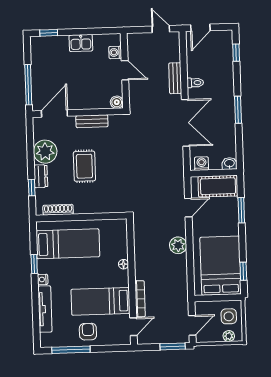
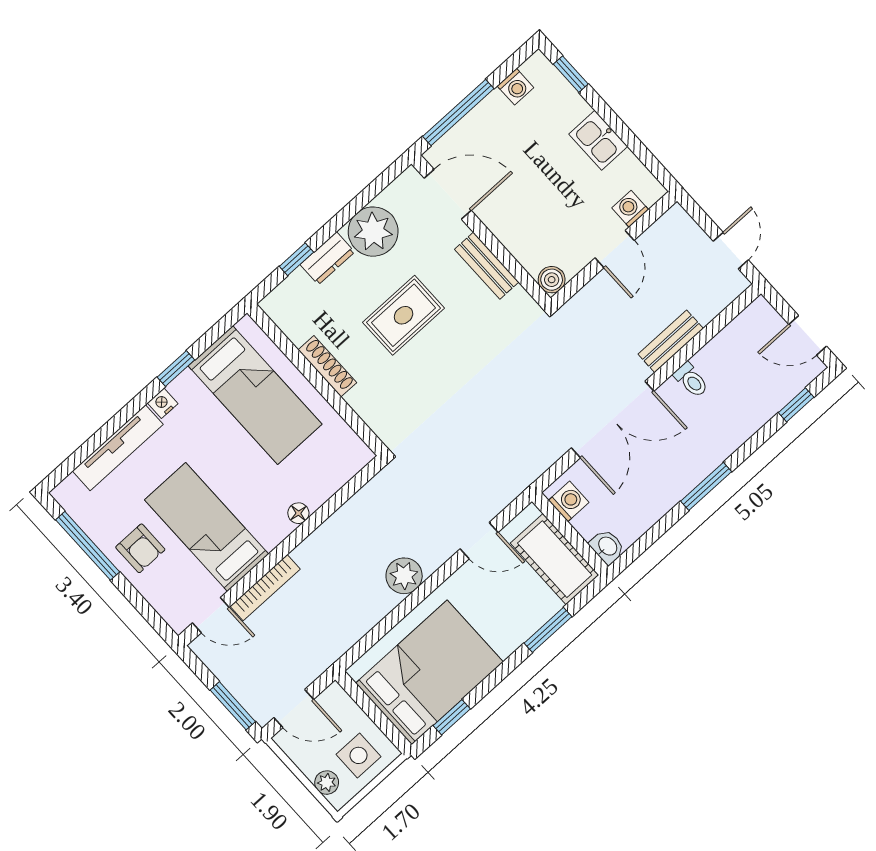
door: (200, 28) -> (808, 335), moved
washing machine: (36, 56) -> (515, 87), added
shoe rack: (58, 210) -> (327, 366), moved
armchair: (88, 332) -> (140, 548), turned 90

